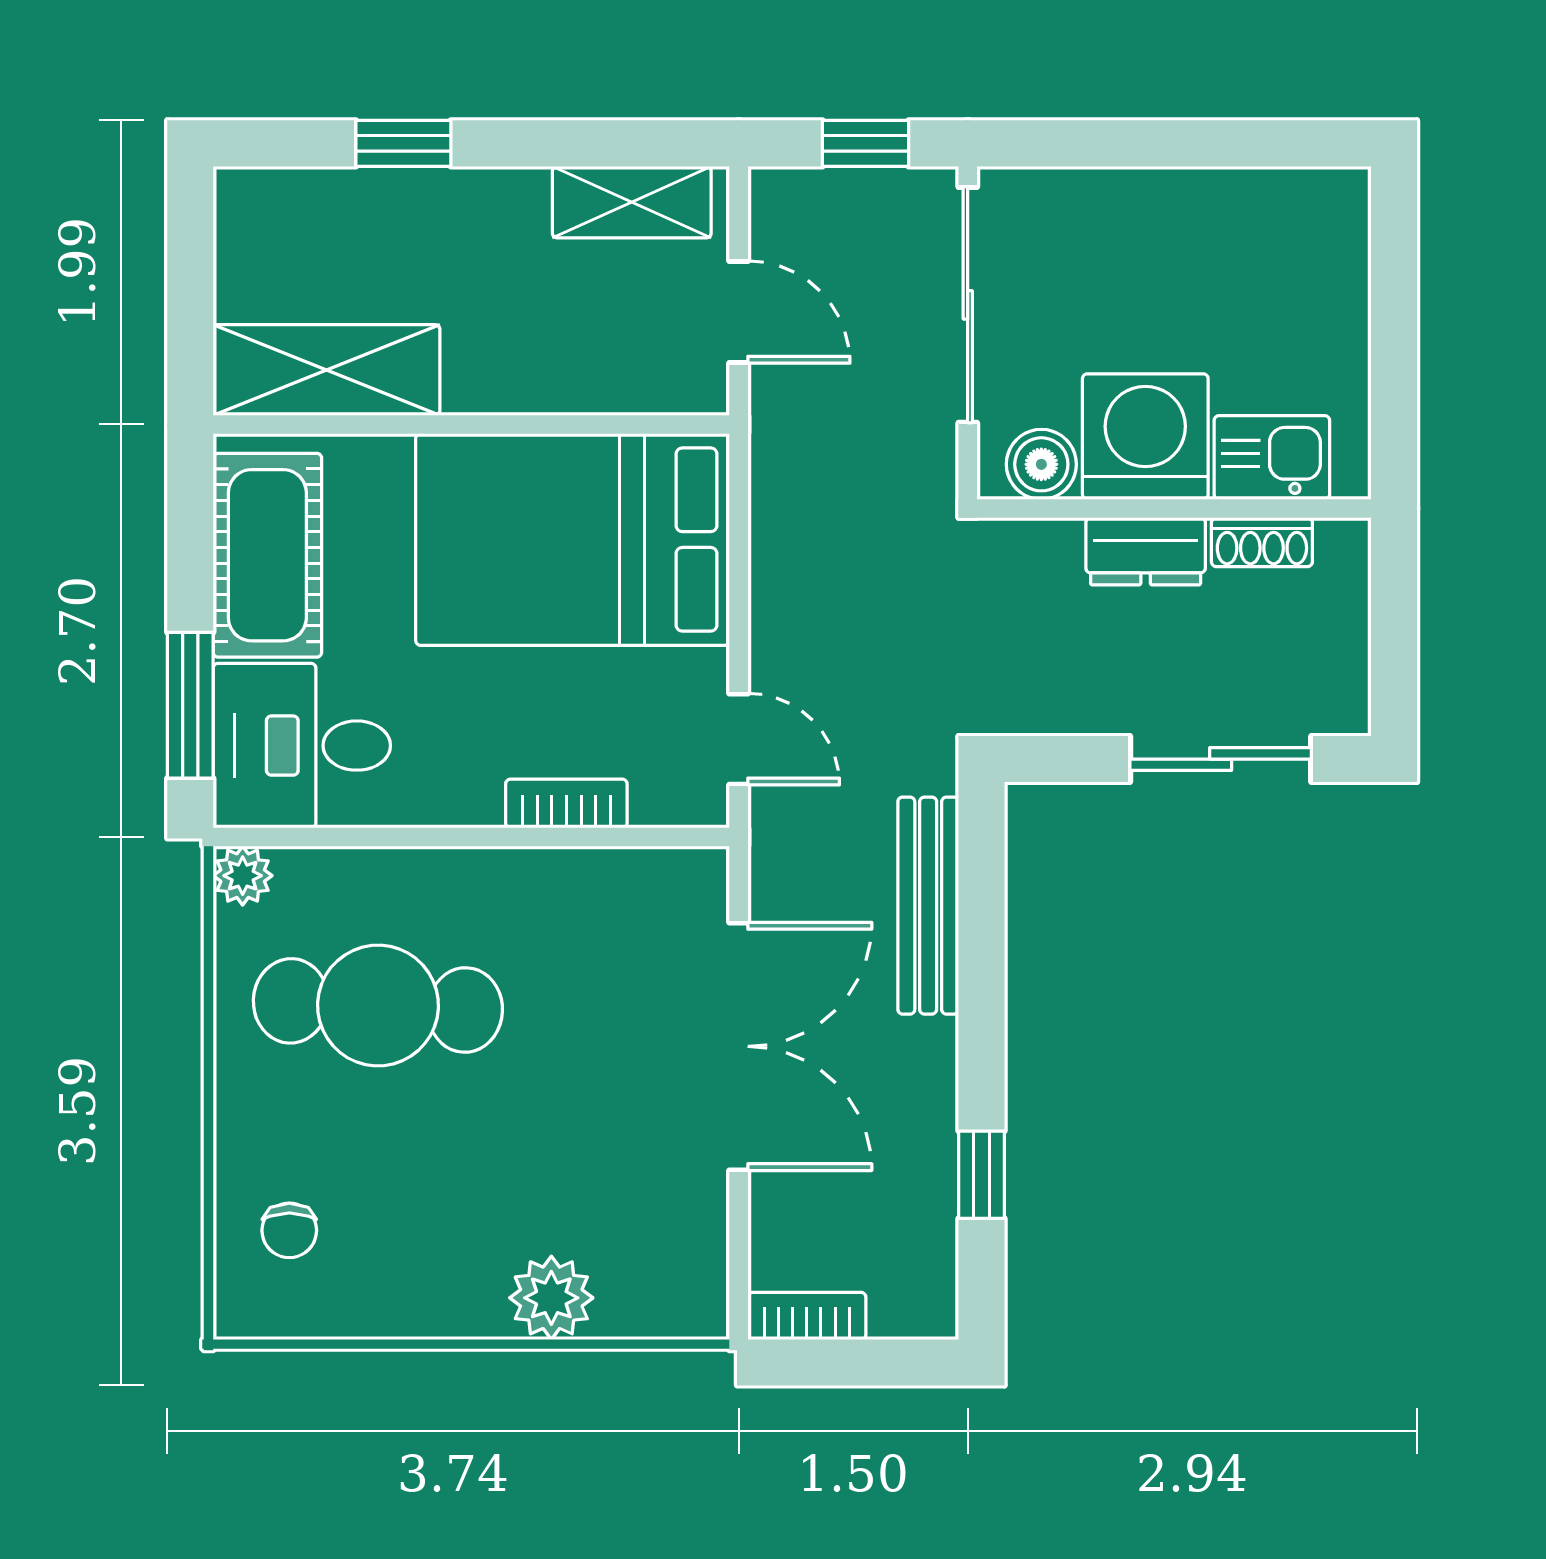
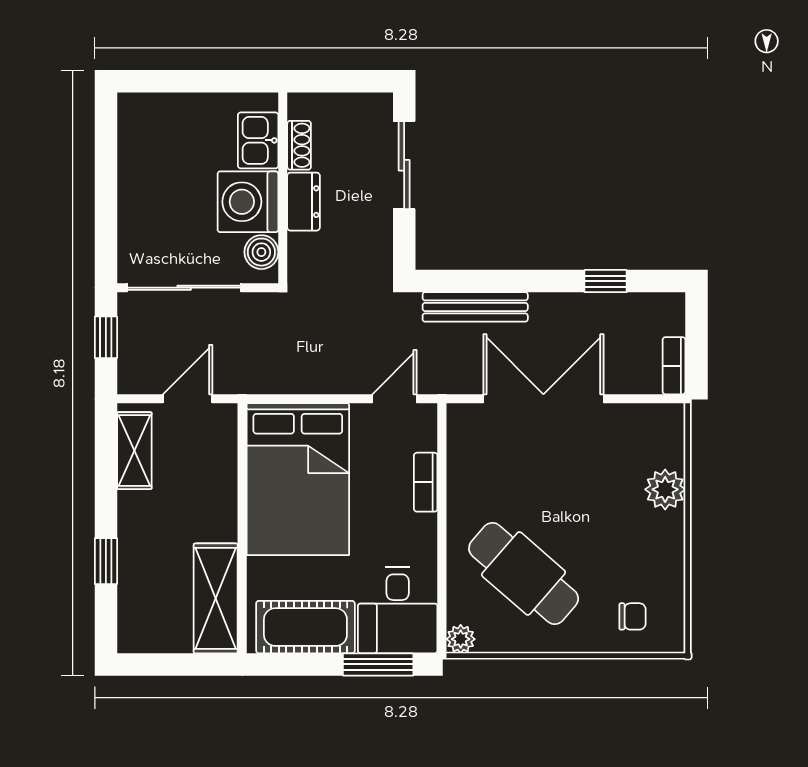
cafe table: (378, 1005) -> (524, 573), turned -52

